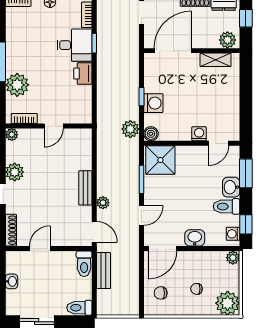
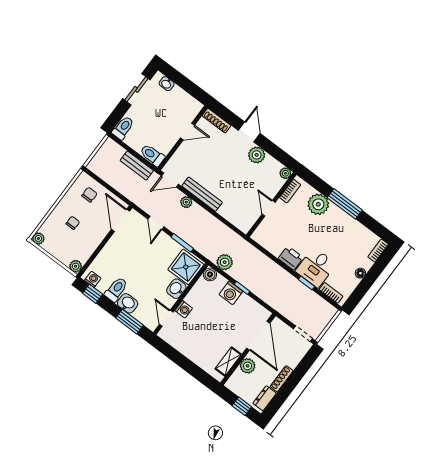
plant: (227, 40) -> (248, 366), moved
bench: (85, 188) -> (202, 194), width x1.36
washbasin: (195, 238) -> (176, 289), moved, turned 180
door: (40, 249) -> (187, 131), hinge flipped
washbasin: (12, 281) -> (167, 84), moved
plant: (228, 303) -> (38, 238), width x0.53, depth x0.53

